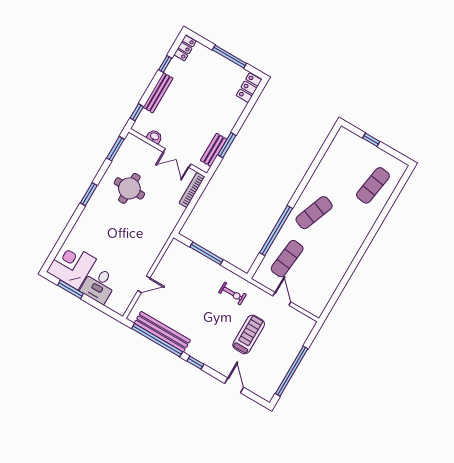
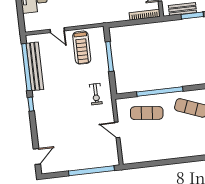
door: (282, 299) -> (117, 130), swing flipped
treadmill: (249, 334) -> (82, 48), moved, turned 90
window: (292, 371) -> (91, 171), moved
door: (234, 385) -> (37, 156), moved

